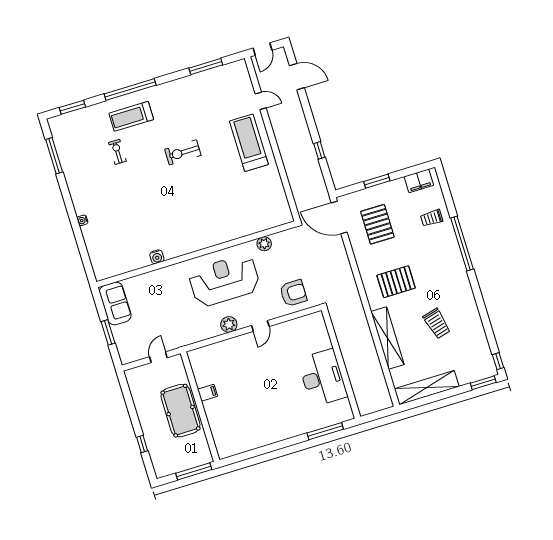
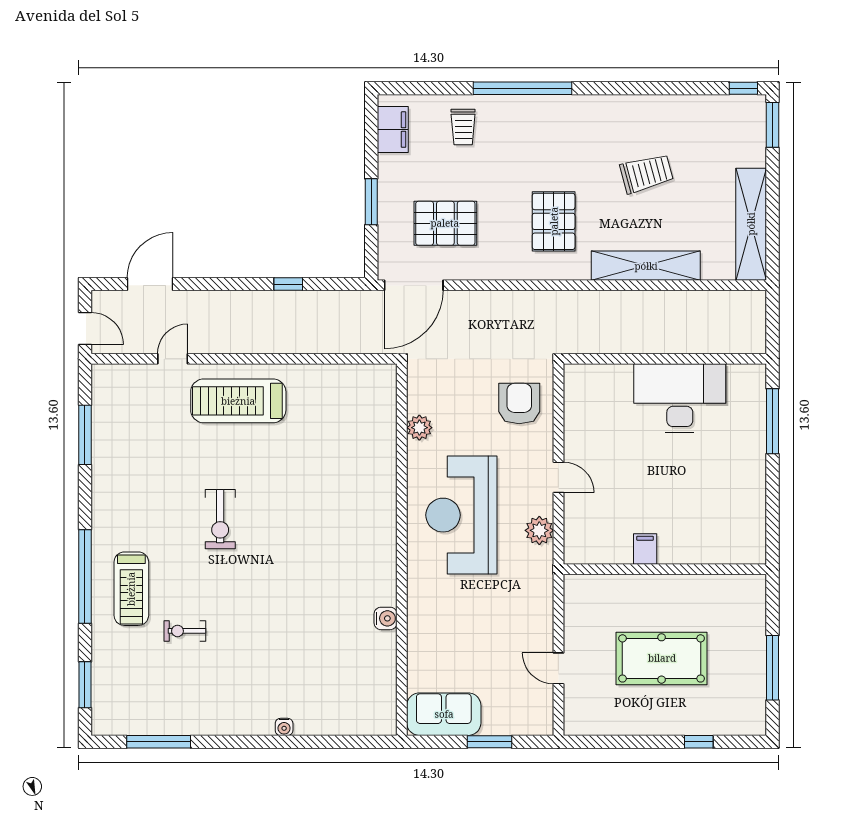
filing cabinet: (207, 393) -> (645, 549), moved
wall: (200, 407) -> (665, 569), moved

